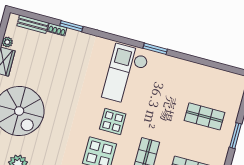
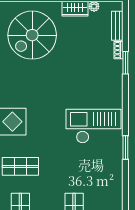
display table: (113, 121) -> (46, 126), removed

